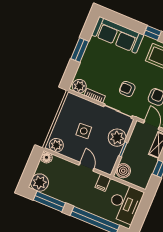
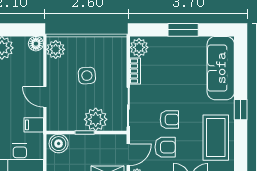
armchair: (127, 89) -> (169, 120), moved, turned 90
door: (87, 167) -> (45, 97), swing flipped

